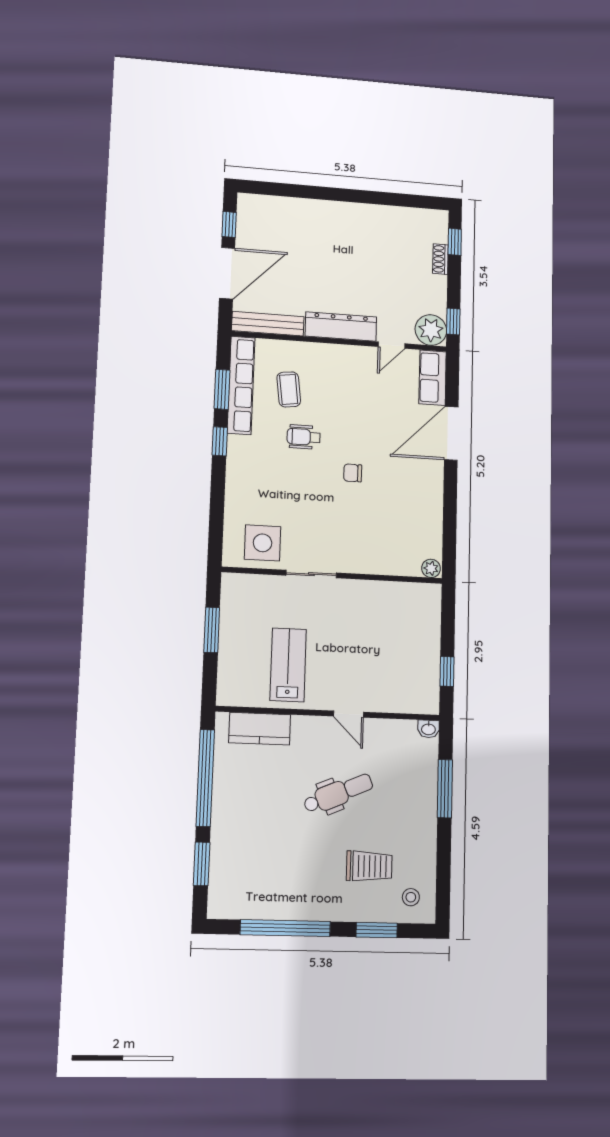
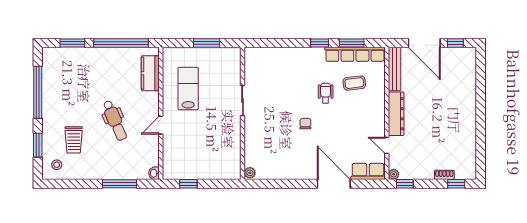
plant: (431, 330) -> (394, 174), width x0.53, depth x0.53
side table: (263, 543) -> (260, 71), removed
lab bench: (288, 665) -> (188, 89), turned -90

